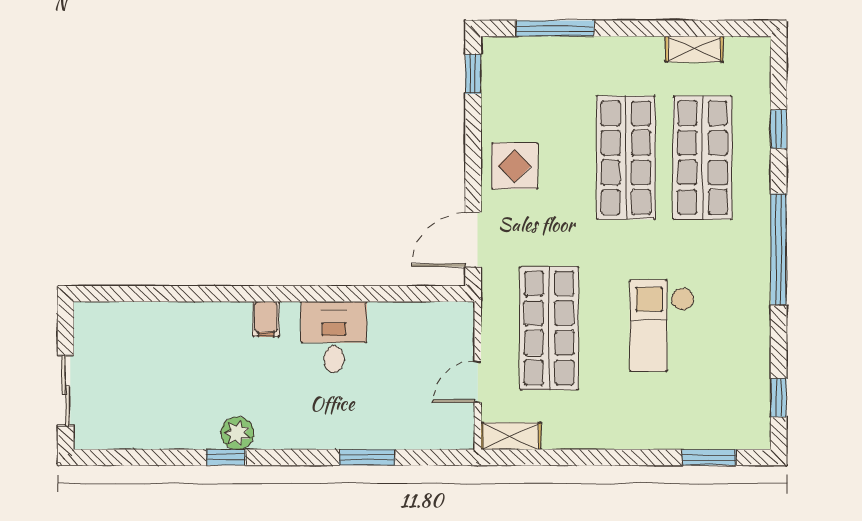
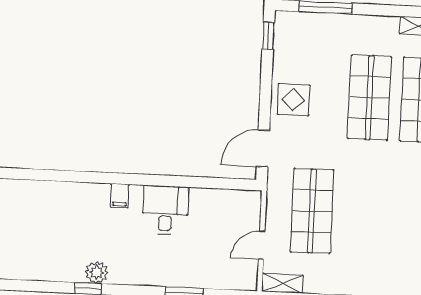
checkout: (662, 326) -> (389, 213), removed

